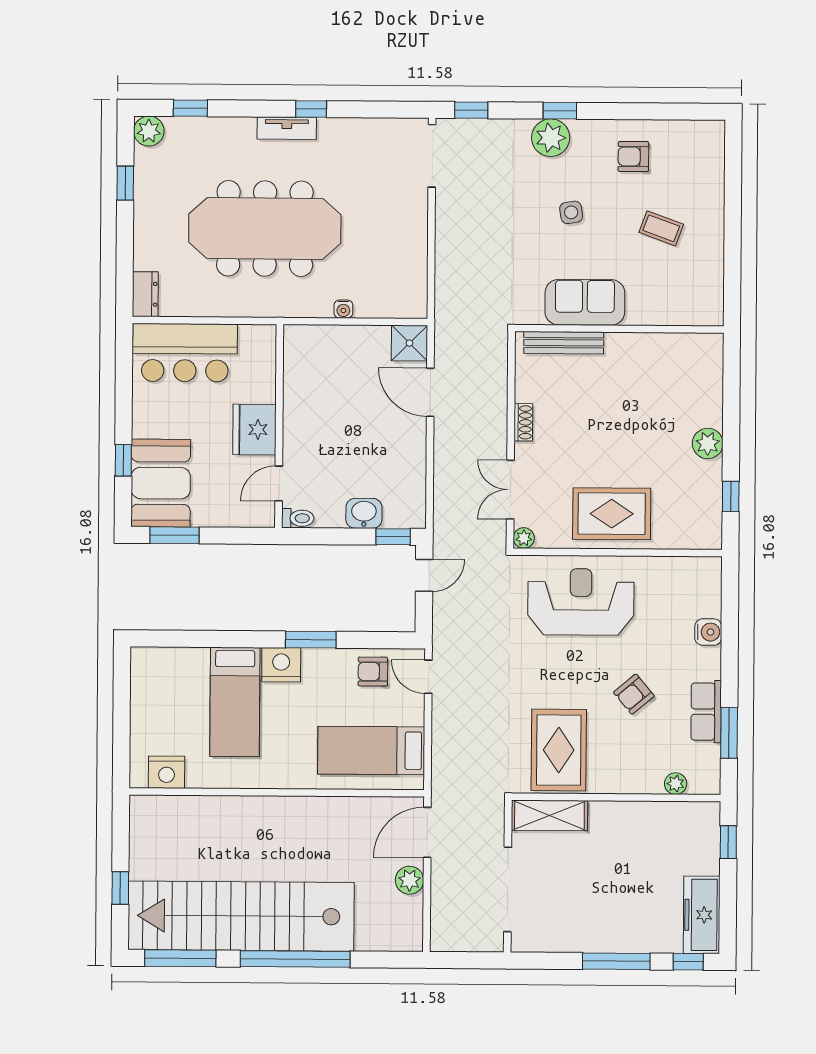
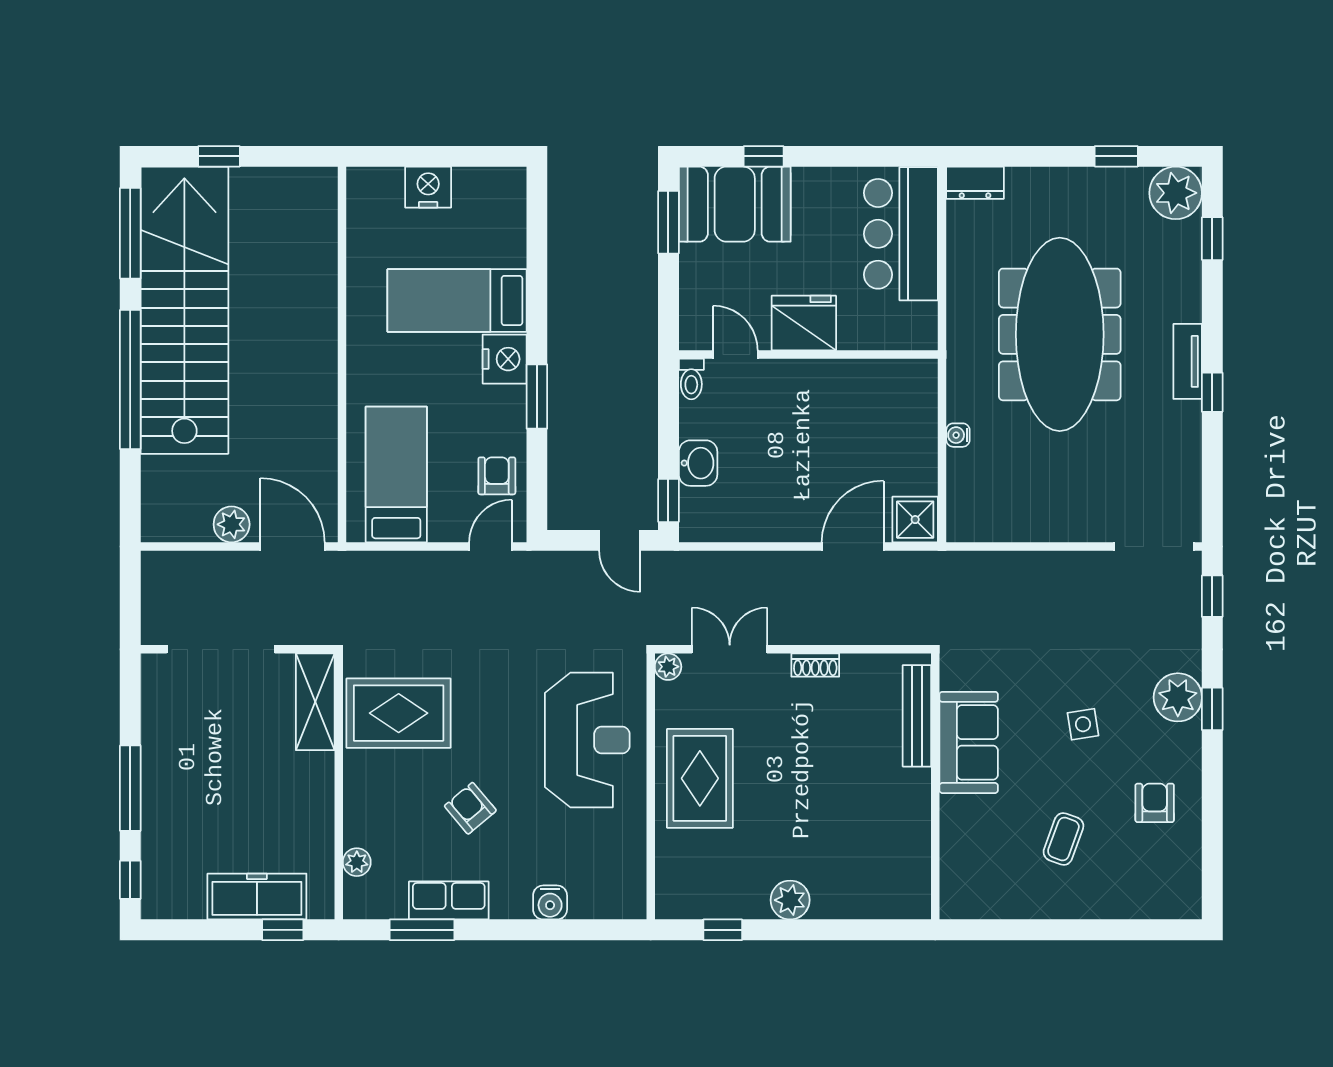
plant: (149, 131) -> (1176, 193), width x1.36, depth x1.36
nightstand: (167, 772) -> (428, 187), moved, turned 90
freezer: (702, 915) -> (257, 896), moved

